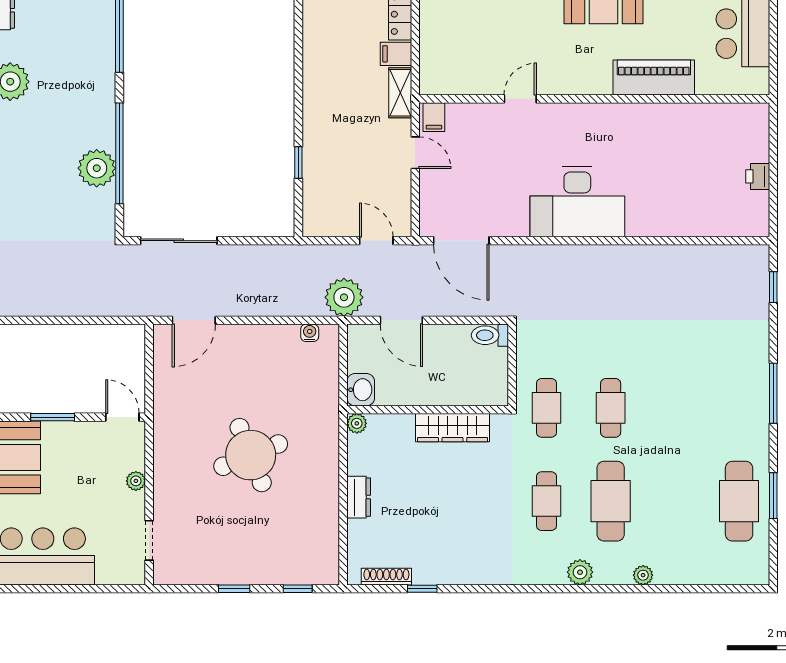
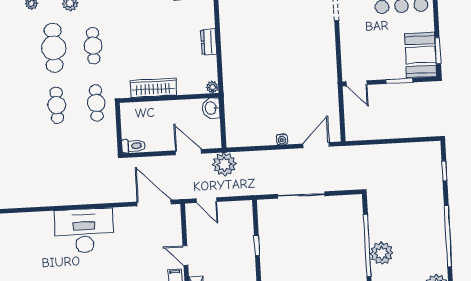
plant: (97, 168) -> (382, 253), moved
sliding door: (179, 241) -> (301, 195), moved
water cooler: (310, 333) -> (282, 139), moved
round table: (251, 455) -> (276, 64), removed
plant: (136, 481) -> (346, 44), removed

